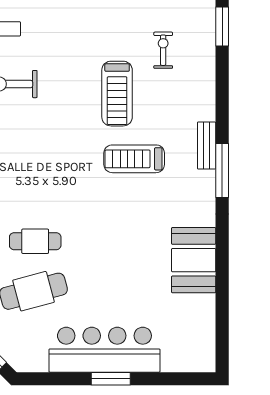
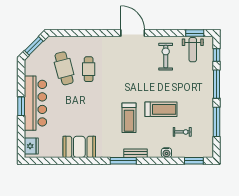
water cooler: (205, 82) -> (166, 153), added
treadmill: (117, 94) -> (161, 109), turned 180
treadmill: (134, 159) -> (129, 118), turned 180
fridge: (192, 358) -> (31, 146), added

